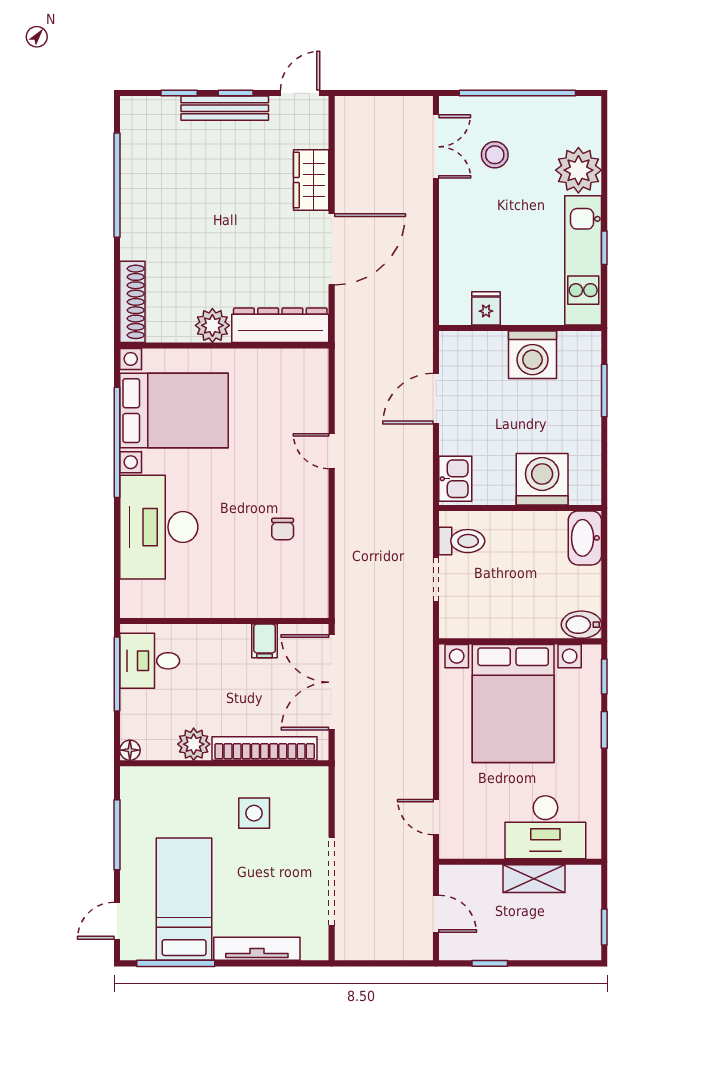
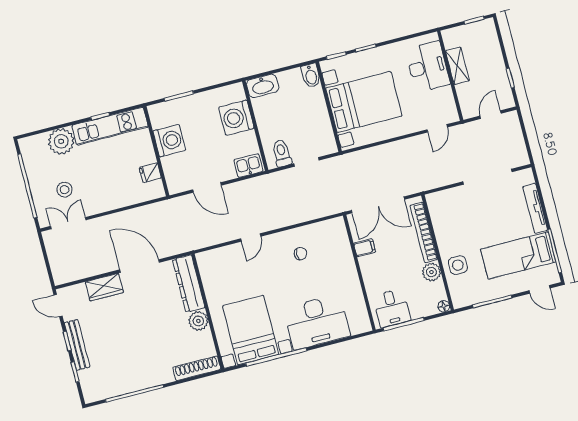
side table: (254, 813) -> (458, 265), moved

